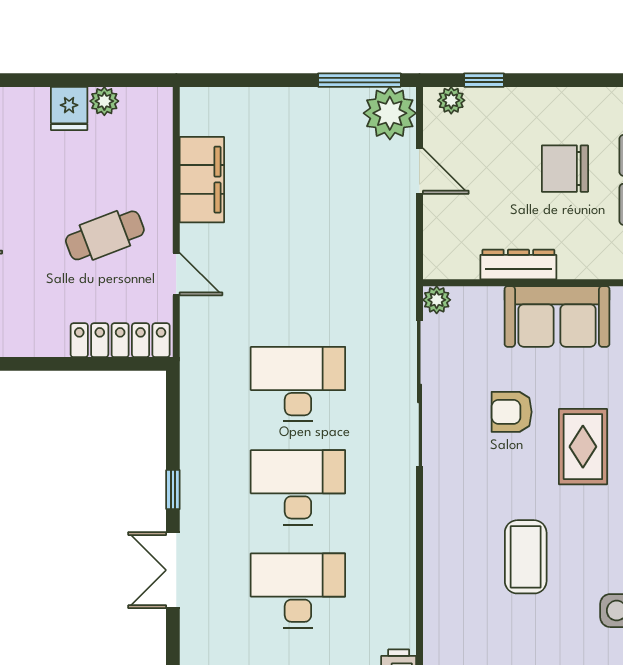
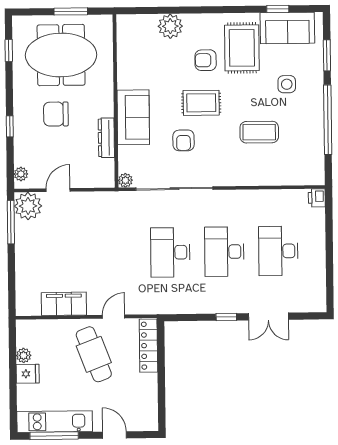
window: (484, 80) -> (10, 126), moved
chair: (565, 169) -> (56, 114), turned 90
cafe table: (105, 235) -> (94, 354), width x1.37, depth x1.35

